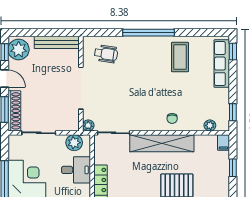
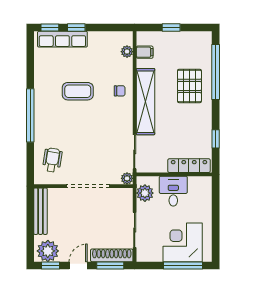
coffee table: (180, 57) -> (78, 91), moved
window: (233, 112) -> (76, 27), moved
filing cabinet: (224, 142) -> (145, 52), moved

